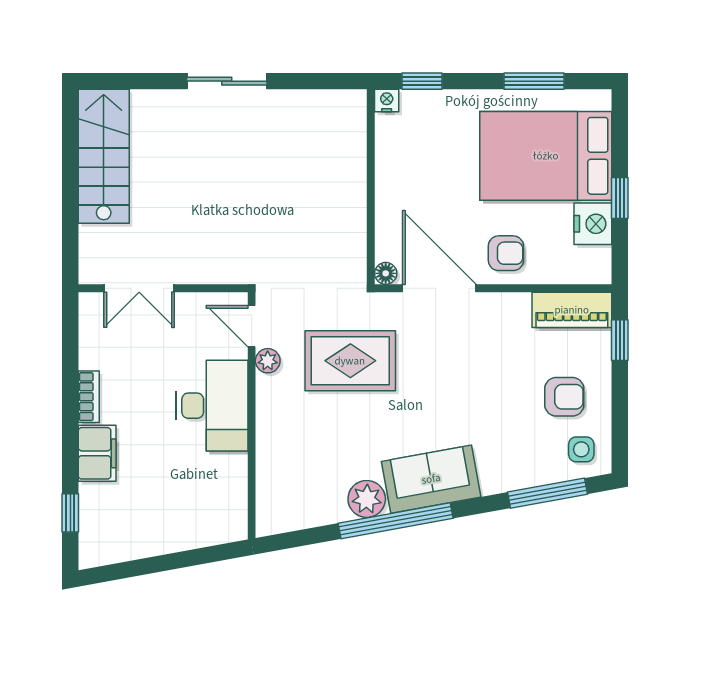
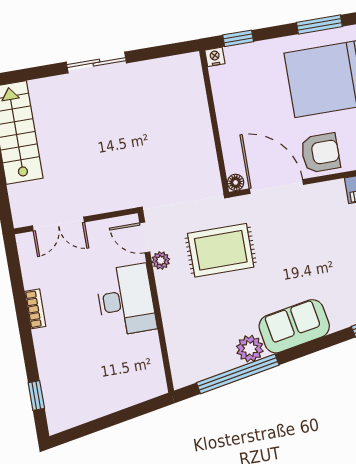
armchair: (506, 253) -> (320, 153), width x1.38, depth x1.38
filing cabinet: (97, 453) -> (48, 349), removed
window: (396, 521) -> (238, 374), moved

